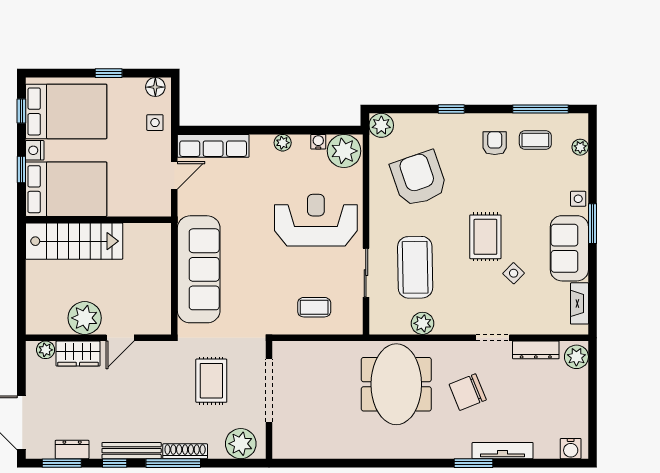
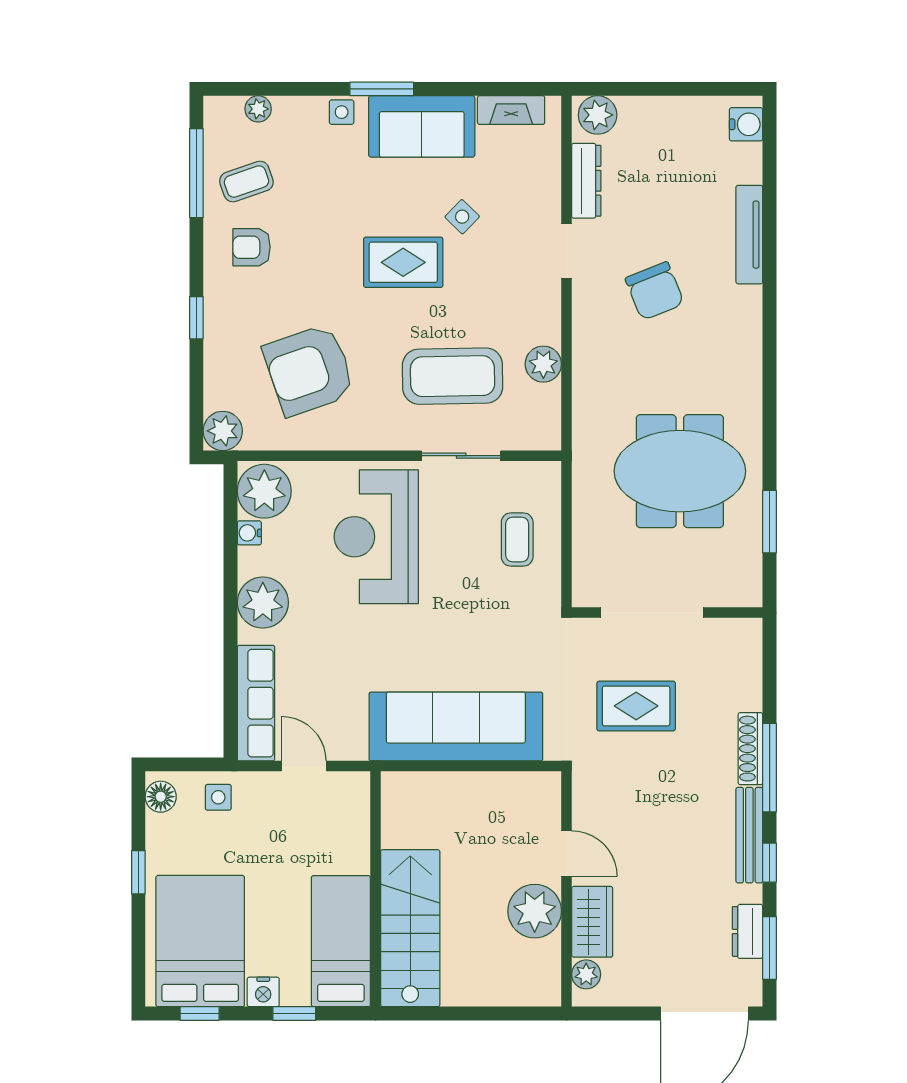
coffee table: (535, 140) -> (246, 182), turned 71
plant: (283, 143) -> (263, 603), width x1.88, depth x1.88
bed: (66, 189) -> (341, 941), width x0.67
meeting table: (396, 384) -> (680, 471), moved
plant: (241, 444) -> (738, 658), removed
window: (474, 463) -> (770, 522), moved

